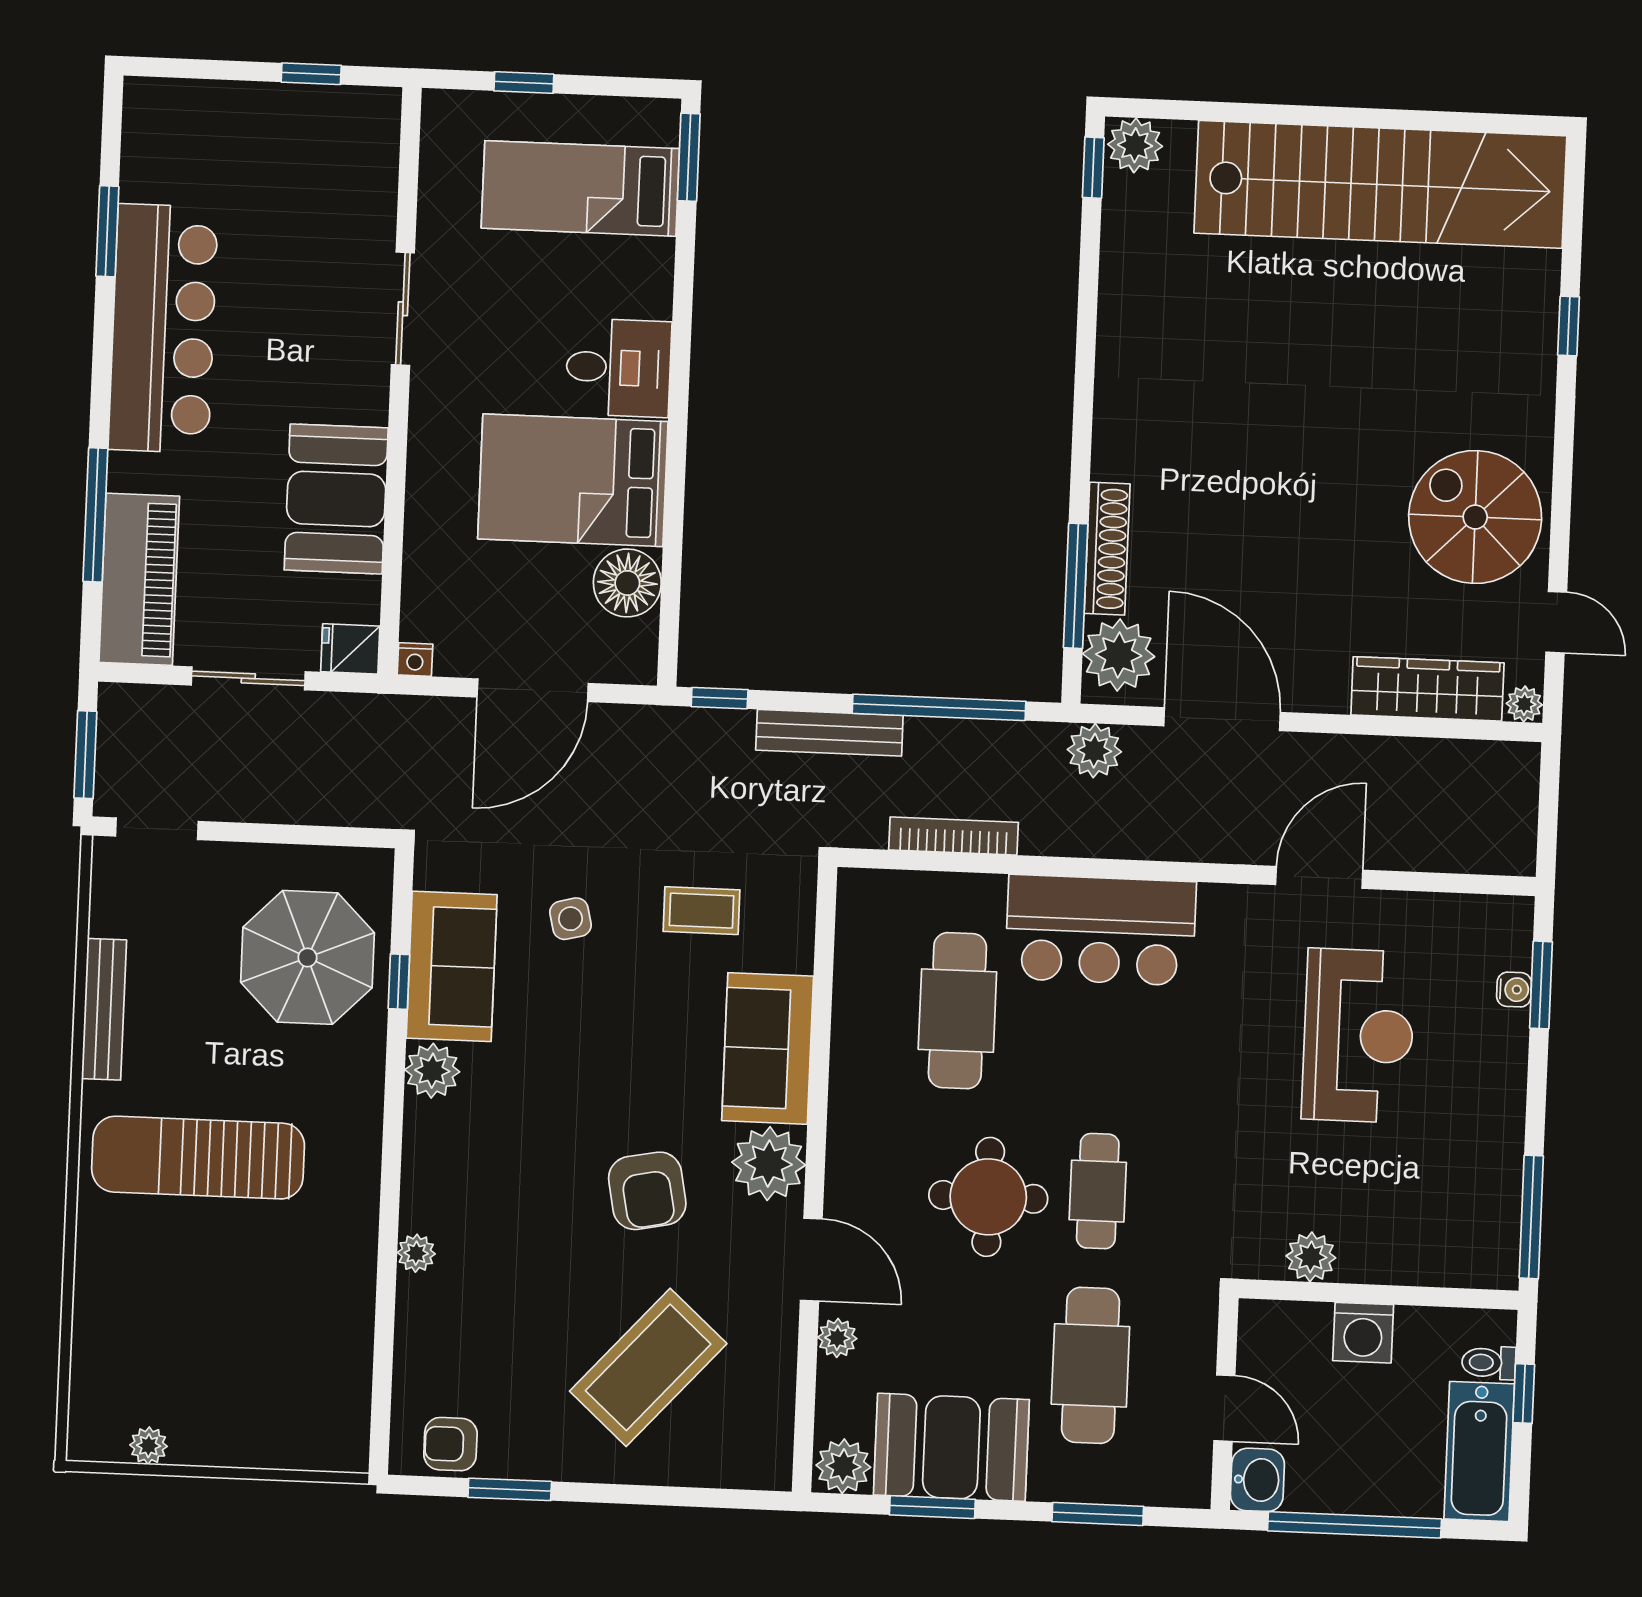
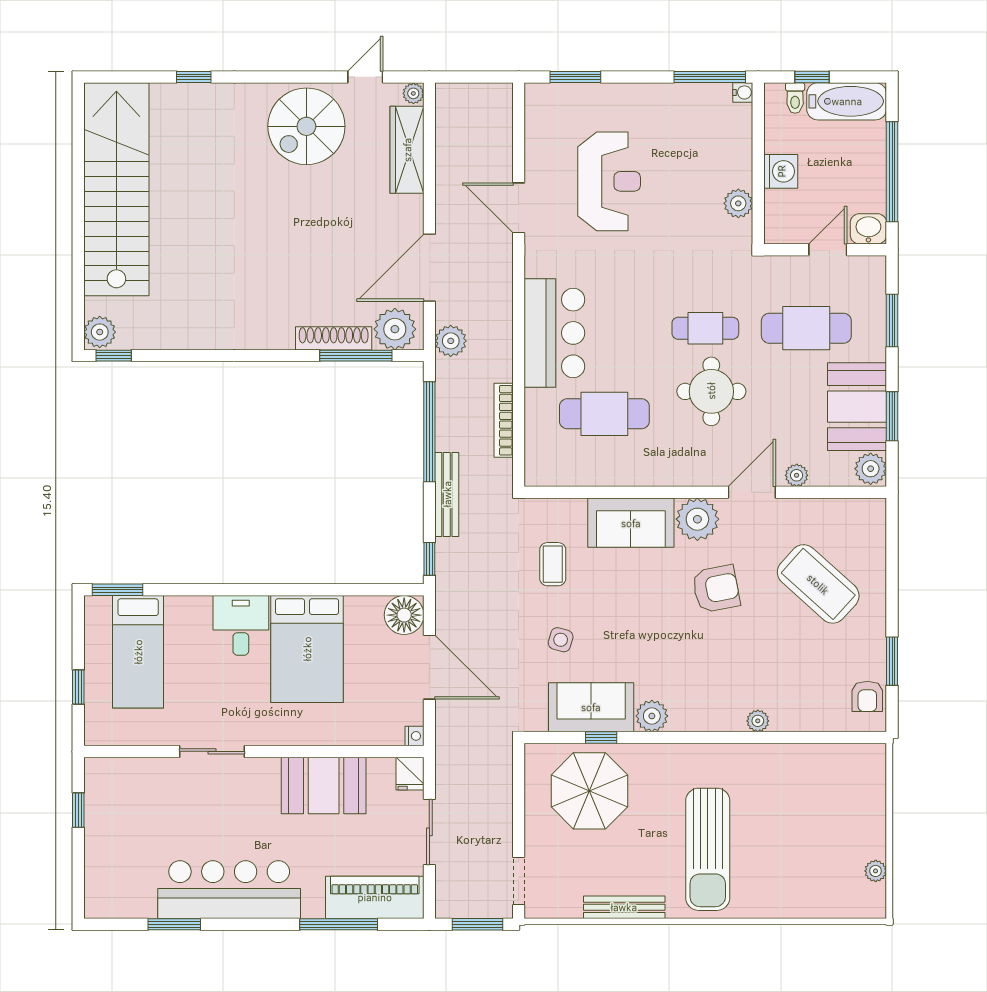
floor lamp: (627, 583) -> (404, 615), moved
side table: (571, 919) -> (561, 640), turned 30
water cooler: (1514, 990) -> (743, 92), moved, turned 90
reception desk: (1358, 1036) -> (609, 181), turned 90

